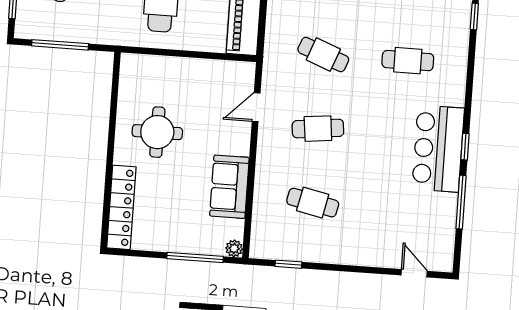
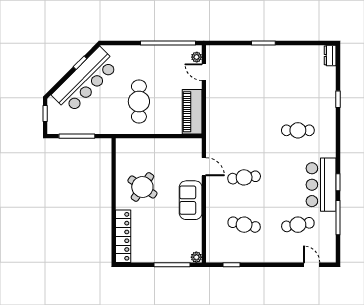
cafe table: (323, 55) -> (298, 225), moved, turned -30
door: (256, 107) -> (204, 167), swing flipped
round table: (157, 132) -> (142, 187), turned 34
sofa: (229, 187) -> (191, 200), moved

